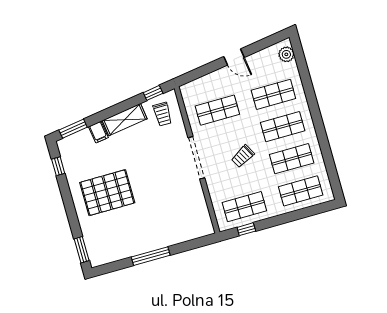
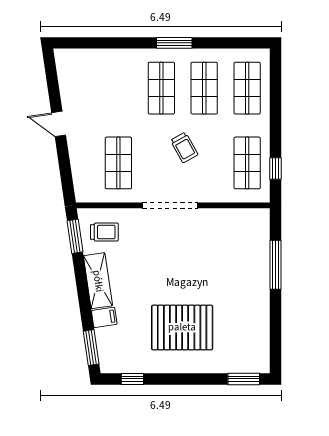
plant: (286, 54) -> (74, 58), removed
door: (234, 57) -> (59, 124), swing flipped
window: (153, 93) -> (75, 236), width x1.50
shop shelf: (273, 94) -> (118, 88), removed
window: (319, 127) -> (174, 43), added
pallet: (107, 193) -> (182, 327), turned 90
window: (151, 256) -> (276, 265), moved

